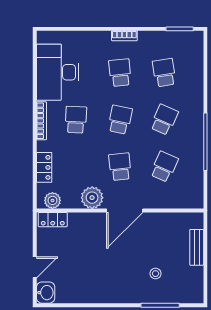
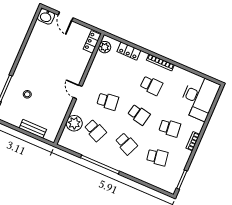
desk: (58, 72) -> (199, 98), moved, turned 90
plant: (92, 198) -> (74, 123), moved
door: (125, 210) -> (78, 92), width x0.53

